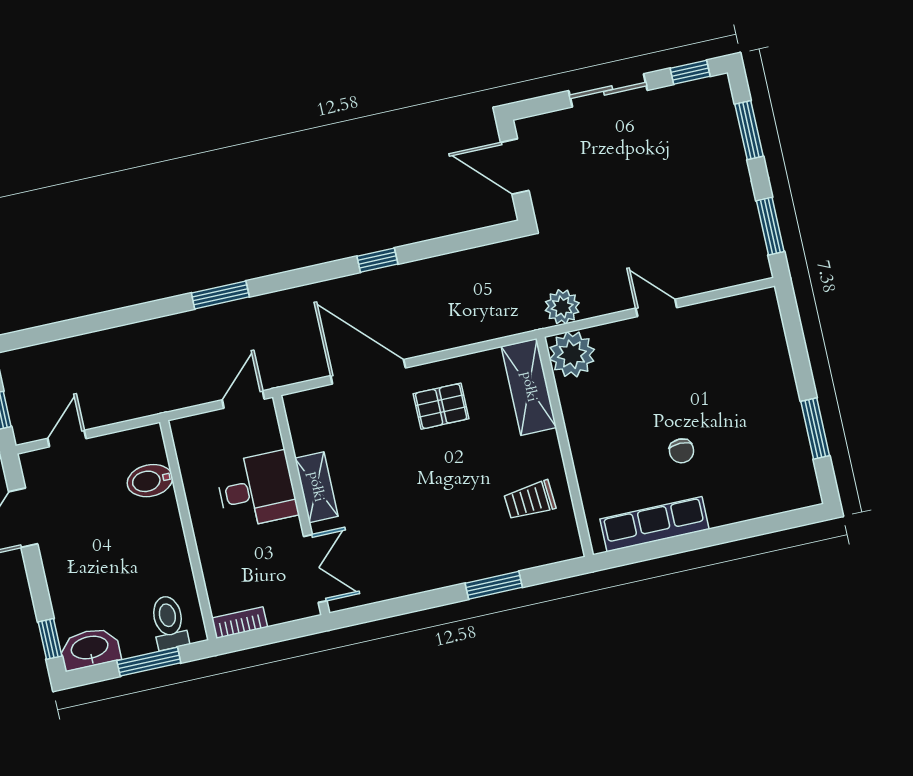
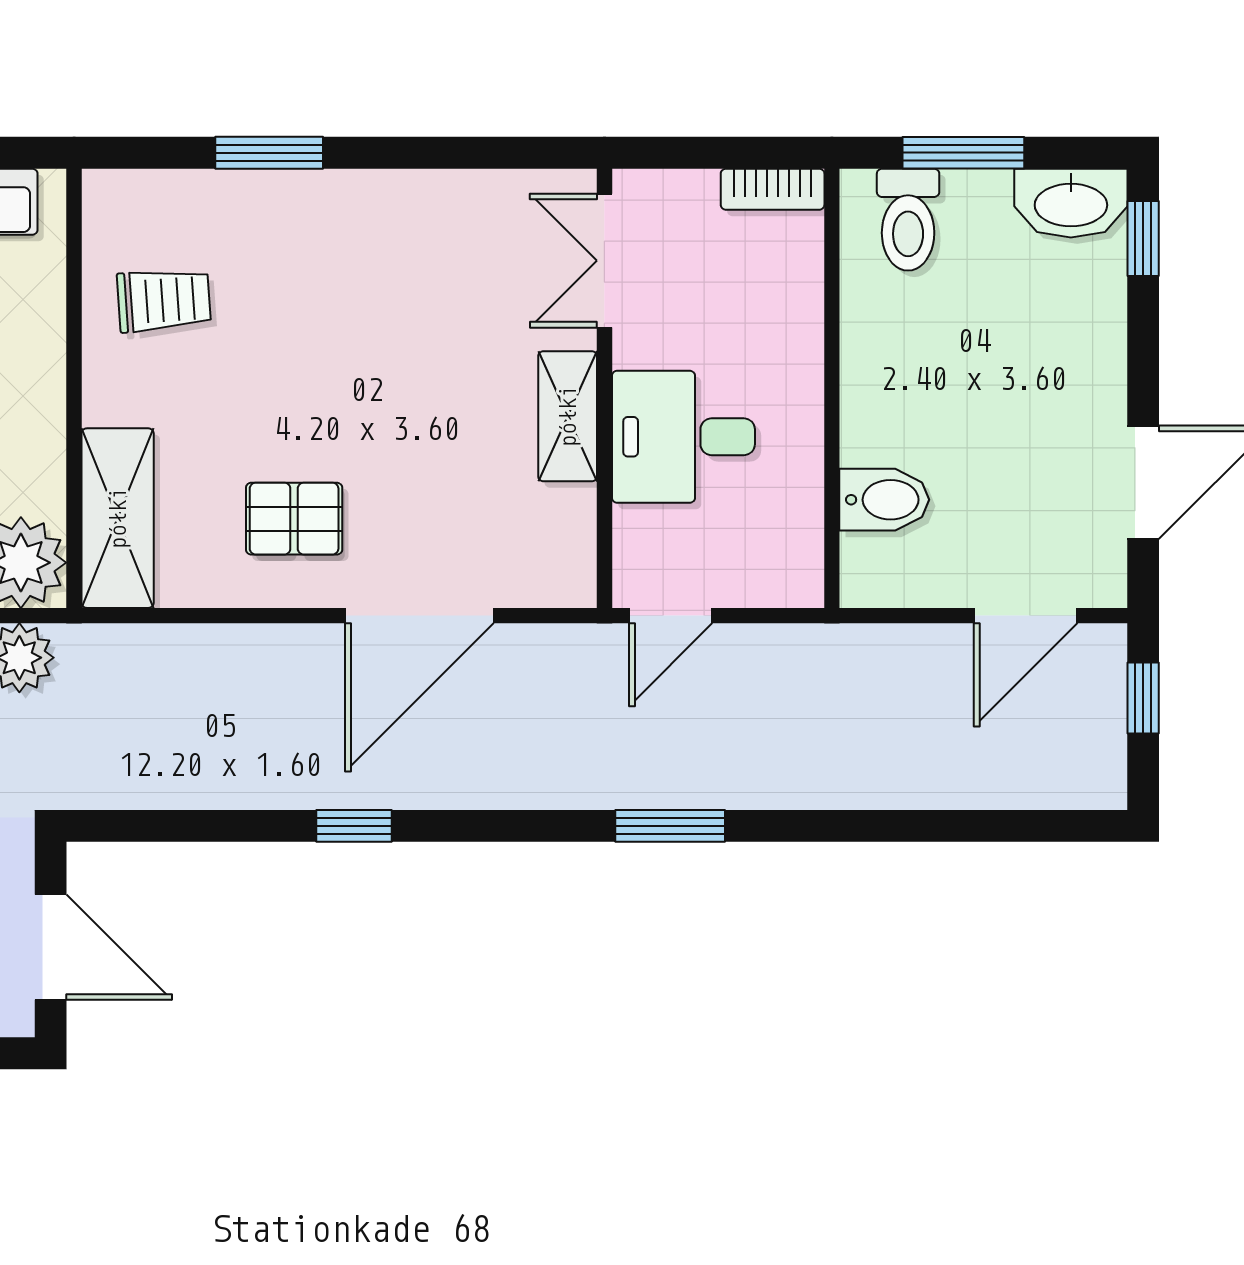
door: (368, 372) -> (419, 616), hinge flipped
door: (67, 439) -> (1026, 616), width x1.38

